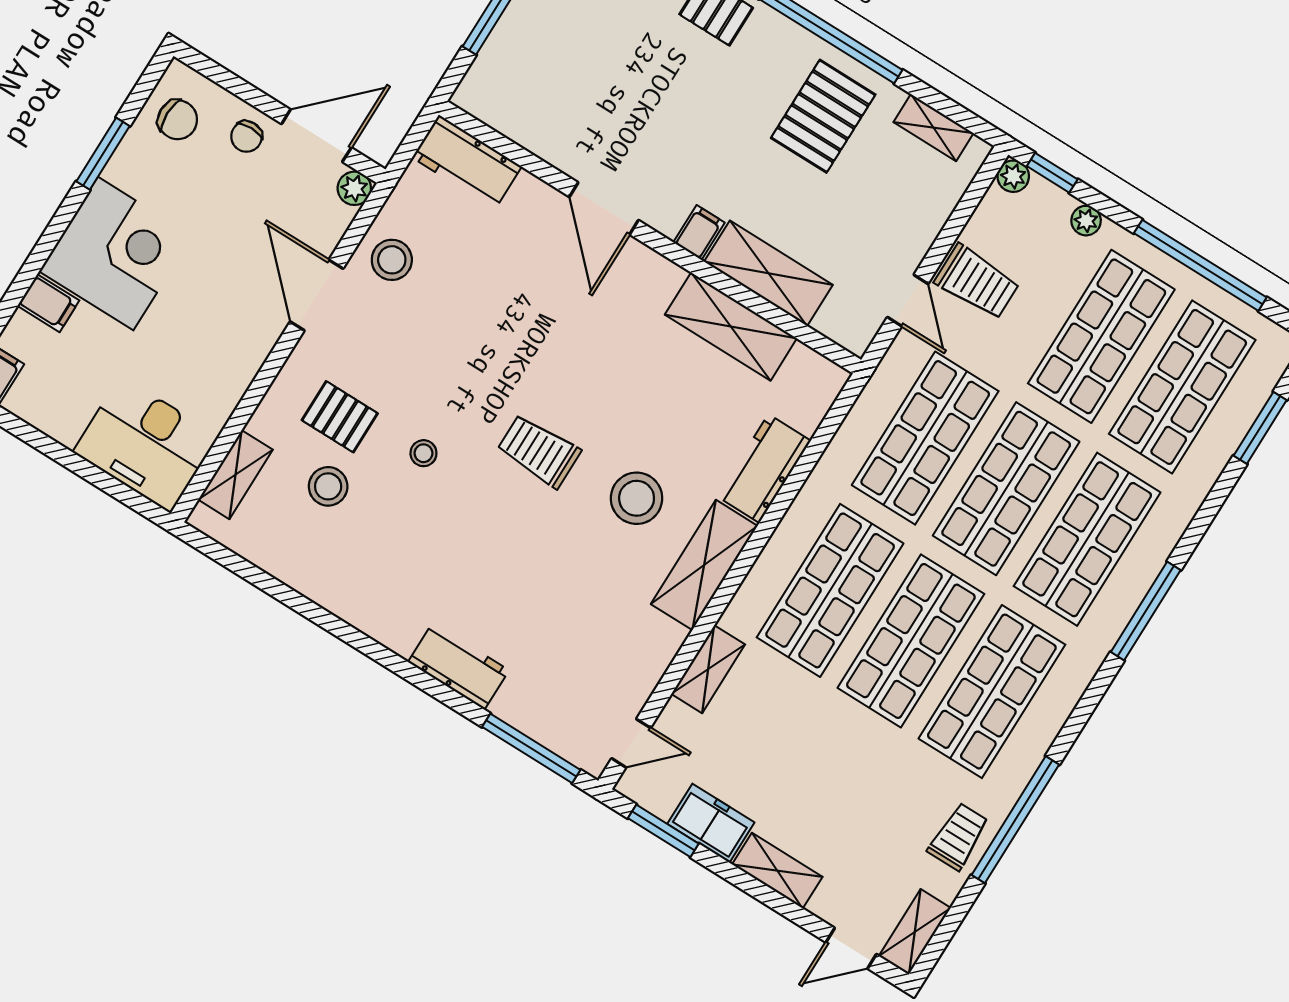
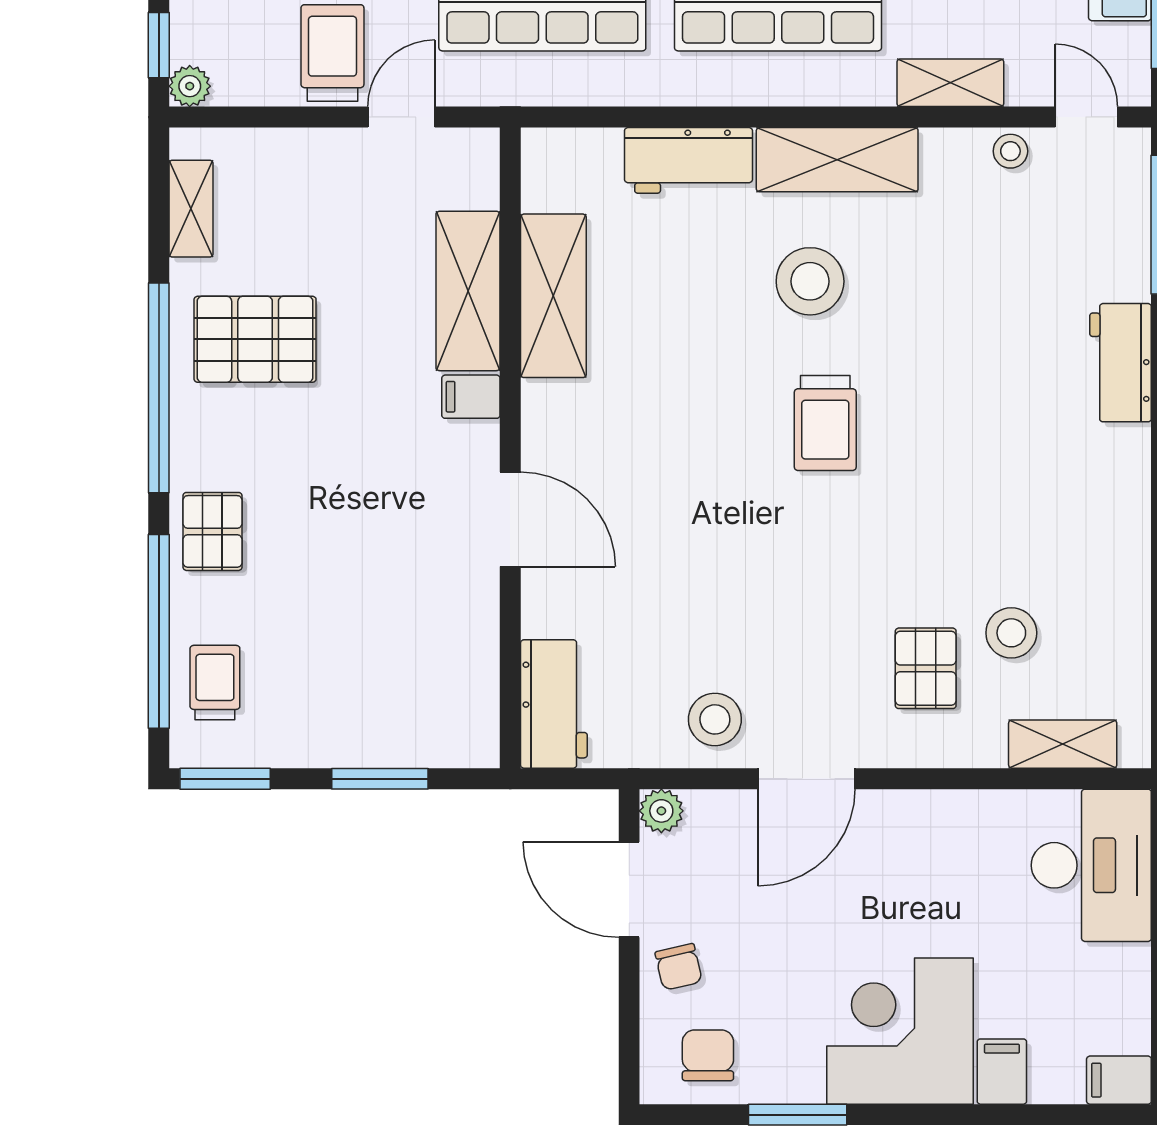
chair: (247, 136) -> (679, 967), turned 77
door: (604, 208) -> (510, 519), hinge flipped
stool: (423, 453) -> (1010, 151), moved

